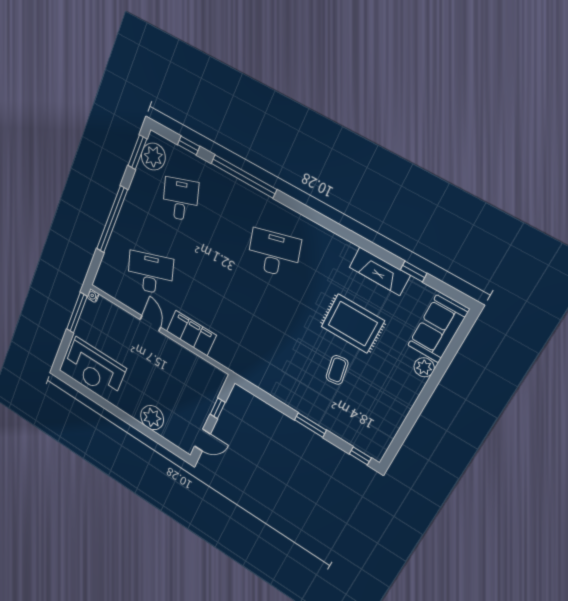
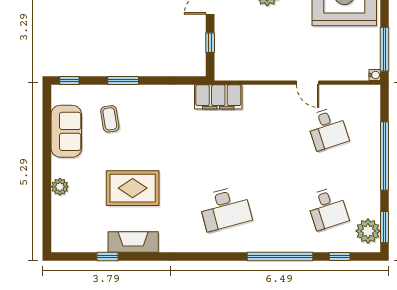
desk: (150, 273) -> (327, 129), width x0.73
sofa: (438, 329) -> (66, 131), moved
filing cabinet: (191, 333) -> (218, 97), moved
coffee table: (337, 370) -> (110, 119), moved

